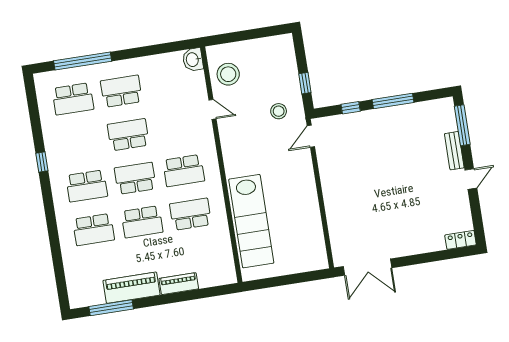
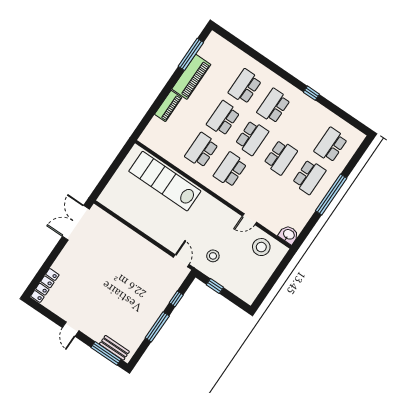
window: (83, 61) -> (331, 194), moved
bench: (454, 151) -> (114, 348), moved
school desk: (191, 214) -> (202, 150), turned 180
locker: (461, 240) -> (45, 286), width x1.53

